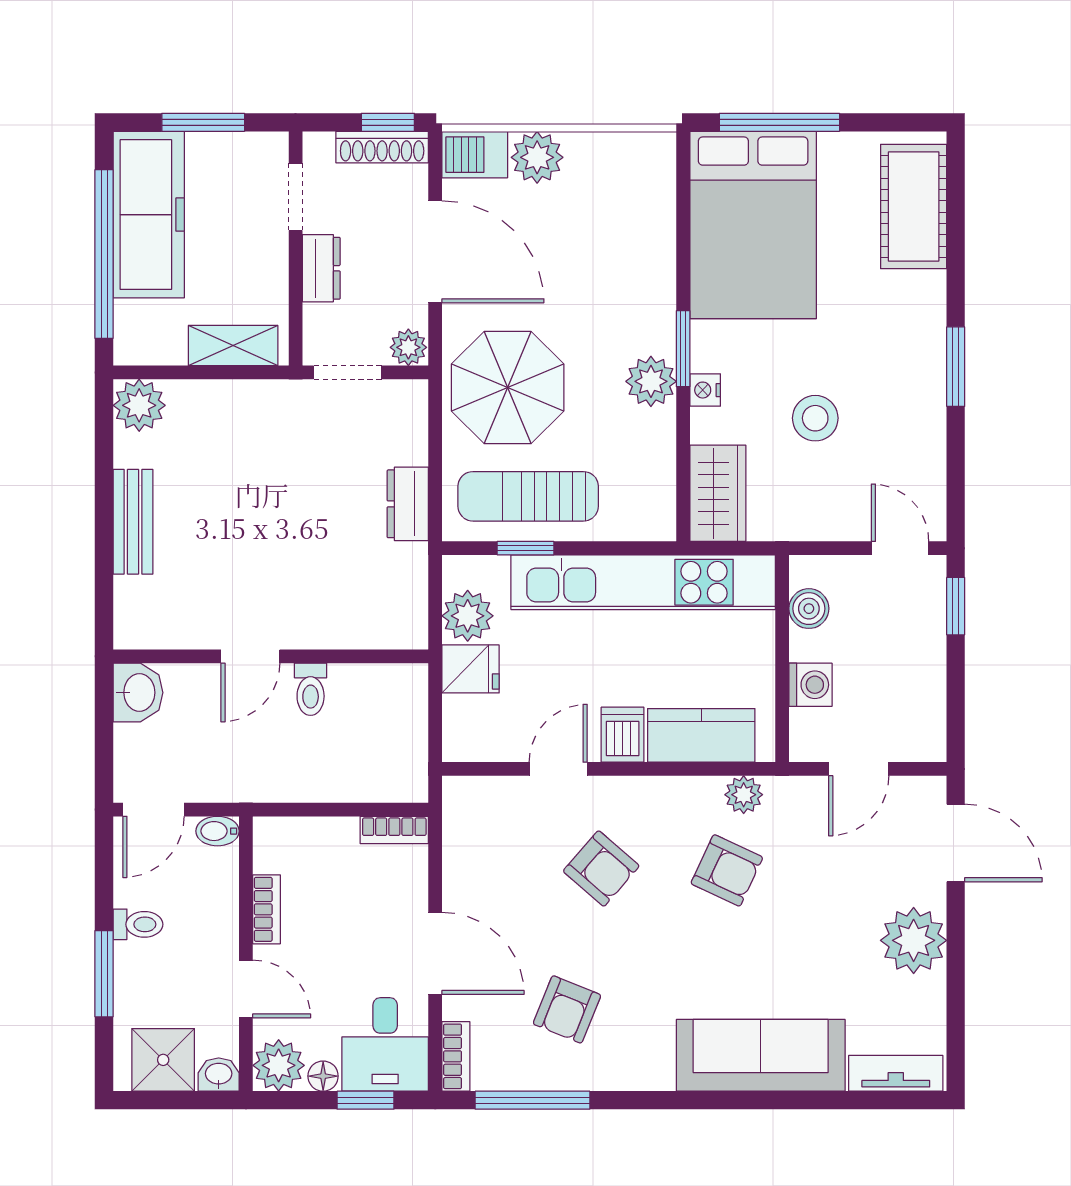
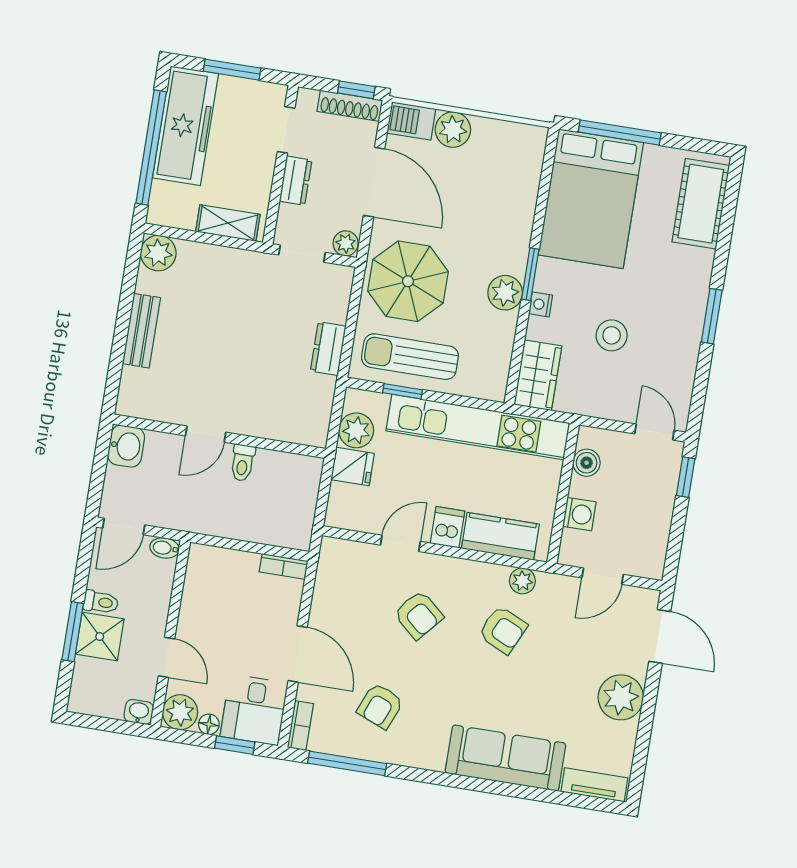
bookcase: (267, 909) -> (189, 606), removed
shower: (163, 1060) -> (100, 637), moved

